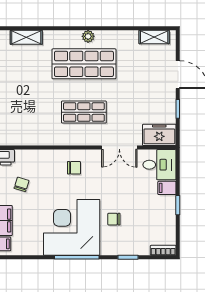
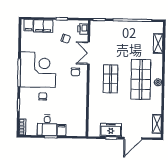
freezer: (159, 135) -> (111, 130), moved, turned -90
double door: (119, 148) -> (89, 53), moved
desk: (159, 165) -> (47, 125), moved

